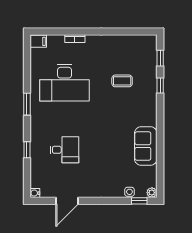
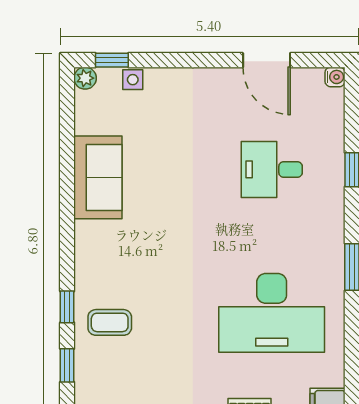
coffee table: (122, 81) -> (110, 322), moved
desk: (65, 83) -> (272, 313), turned 180
door: (67, 201) -> (267, 60), swing flipped

